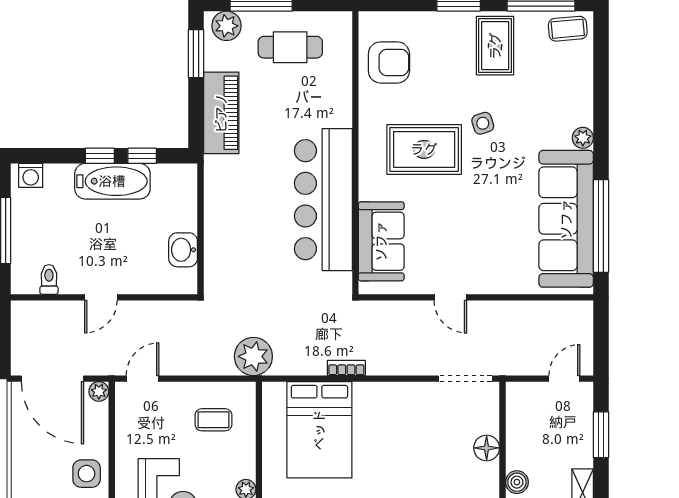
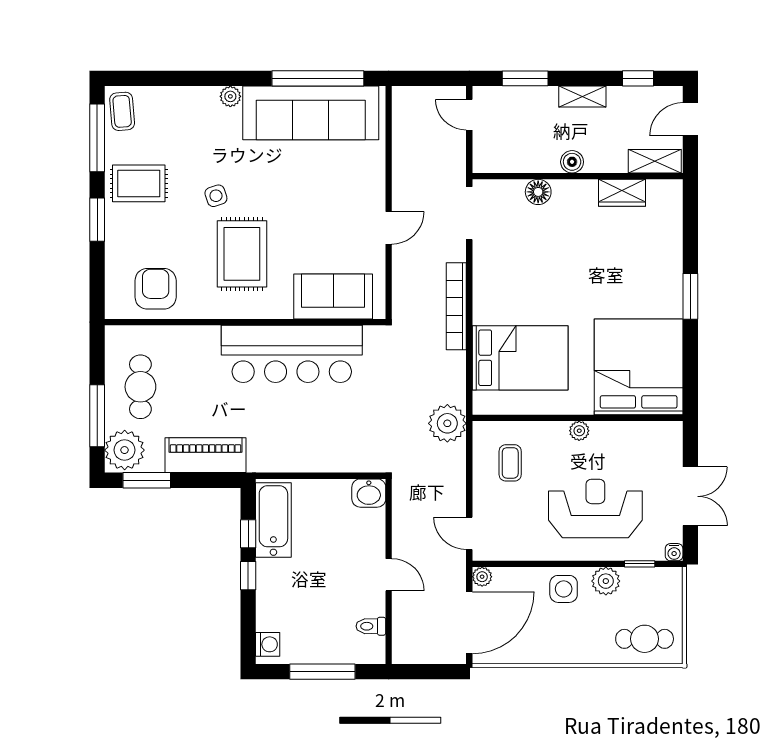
plant: (226, 26) -> (125, 450), width x1.36, depth x1.36
bathtub: (112, 181) -> (273, 520), moved
washbasin: (183, 250) -> (369, 493), moved
bookcase: (346, 368) -> (456, 306), width x2.31, depth x1.31

